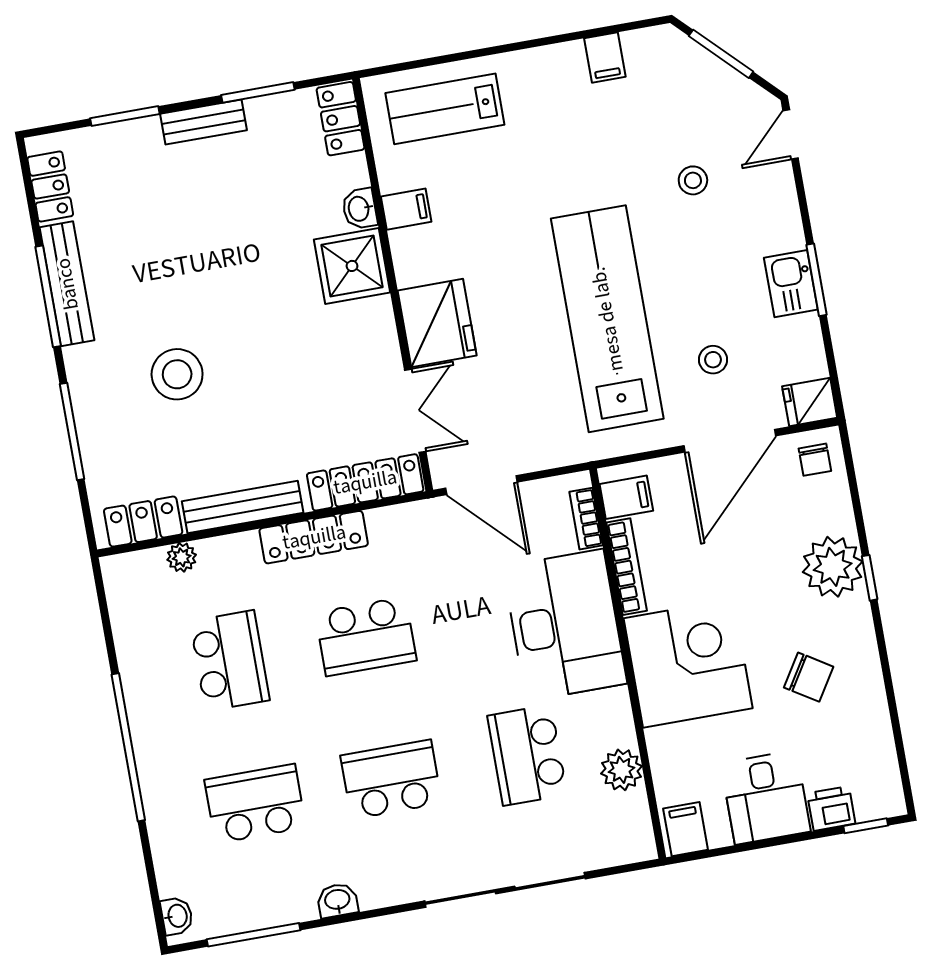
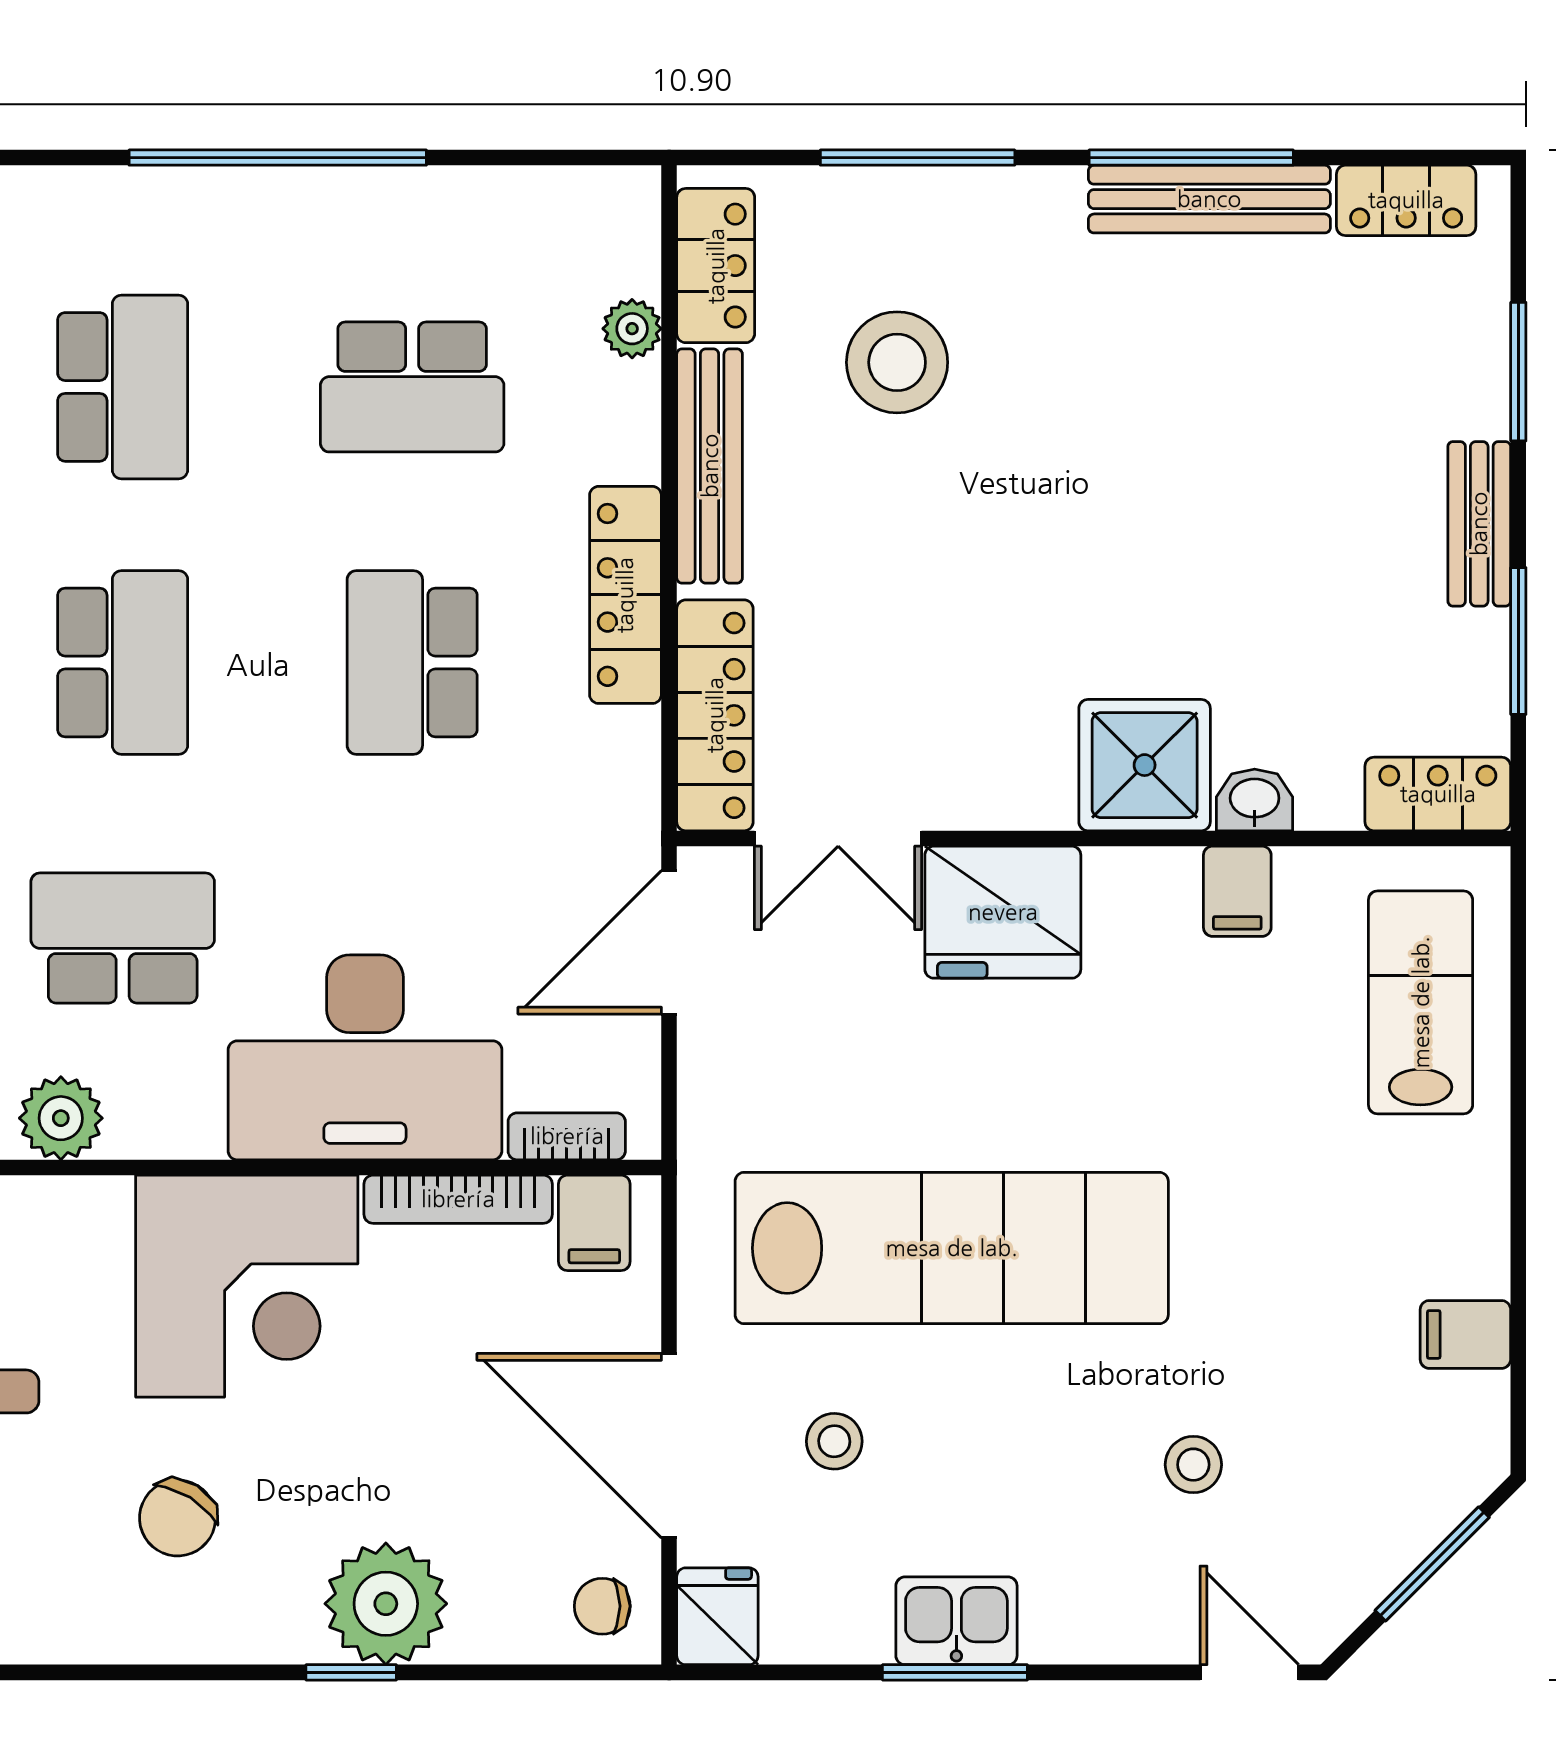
stool: (177, 374) -> (897, 362), moved

